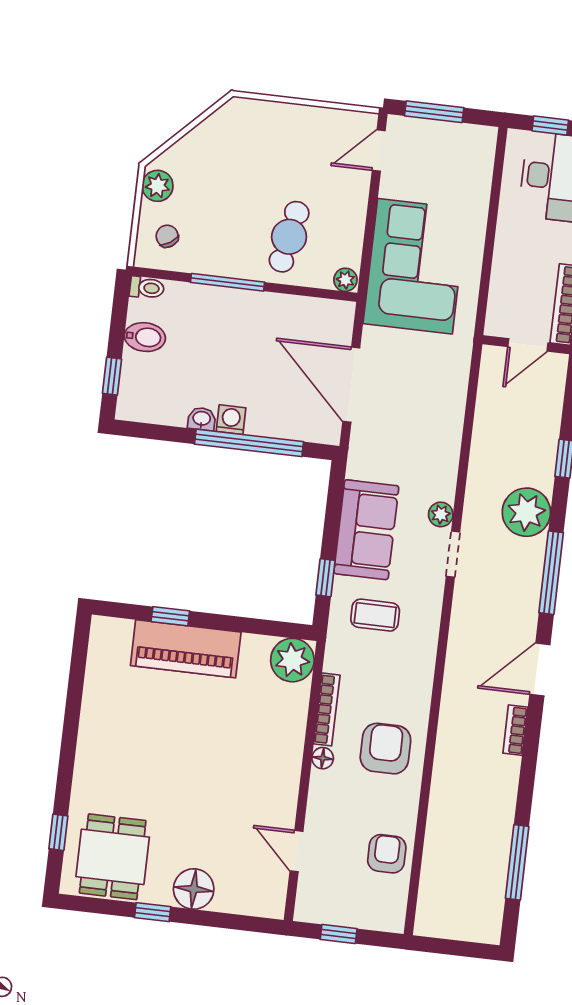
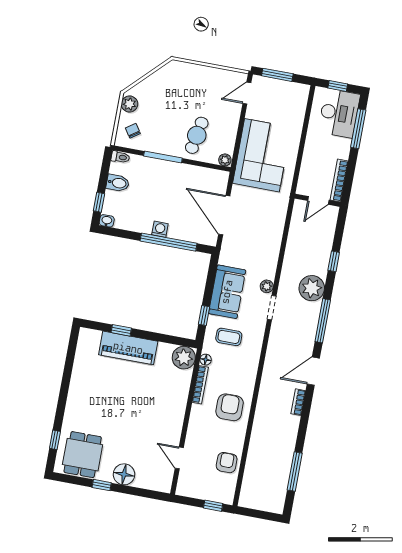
washbasin: (202, 419) -> (107, 221), moved
floor lamp: (323, 758) -> (206, 360), moved
window: (339, 934) -> (213, 506), moved

